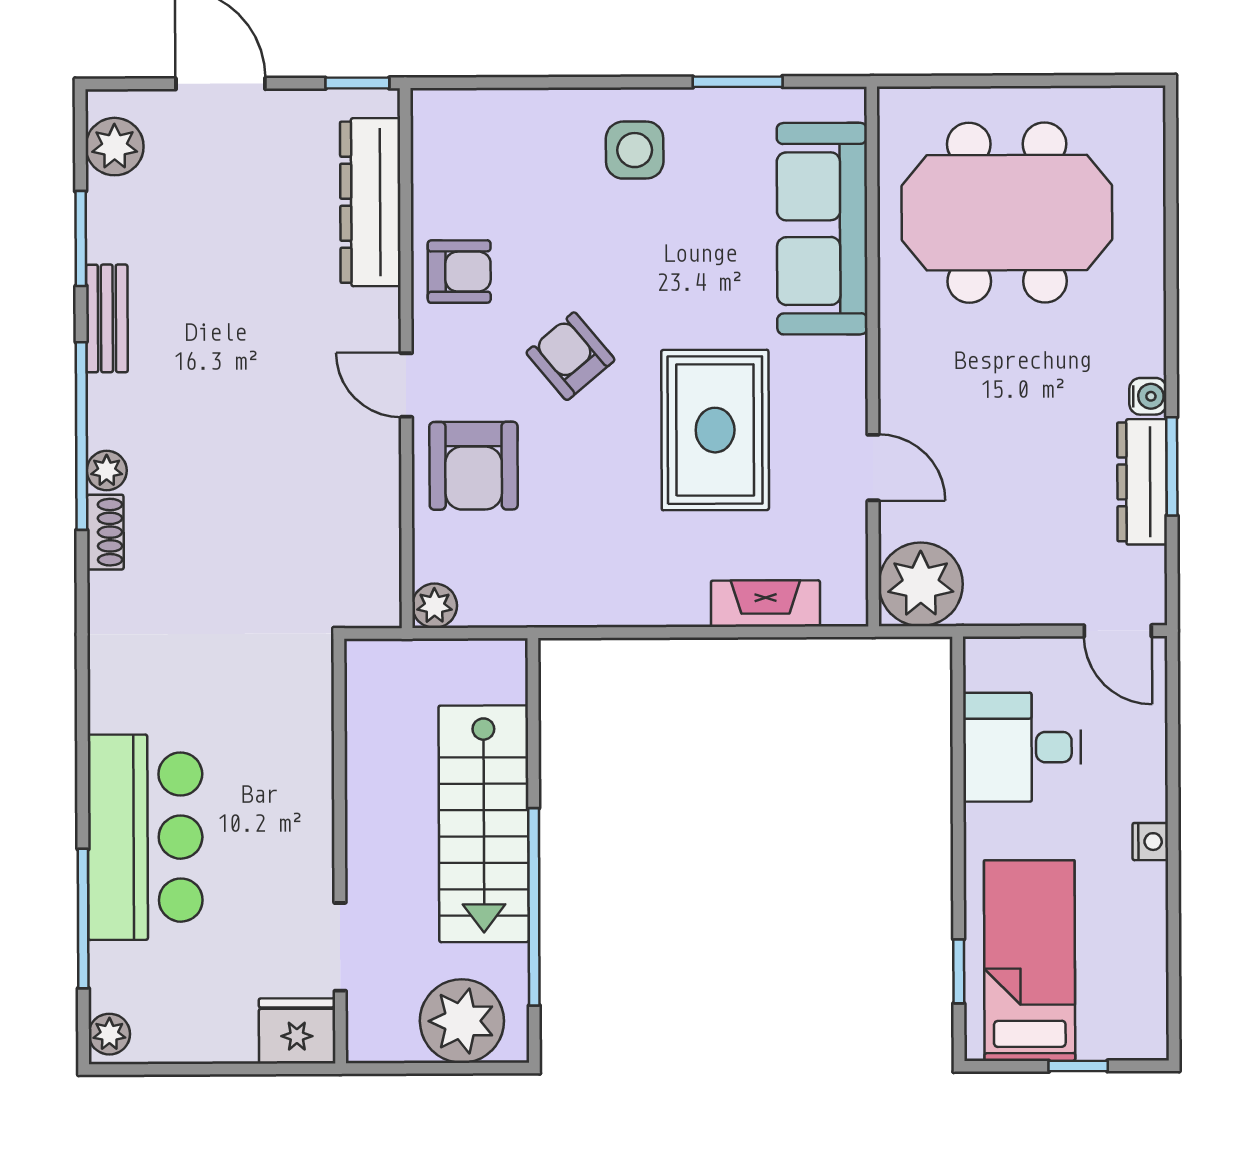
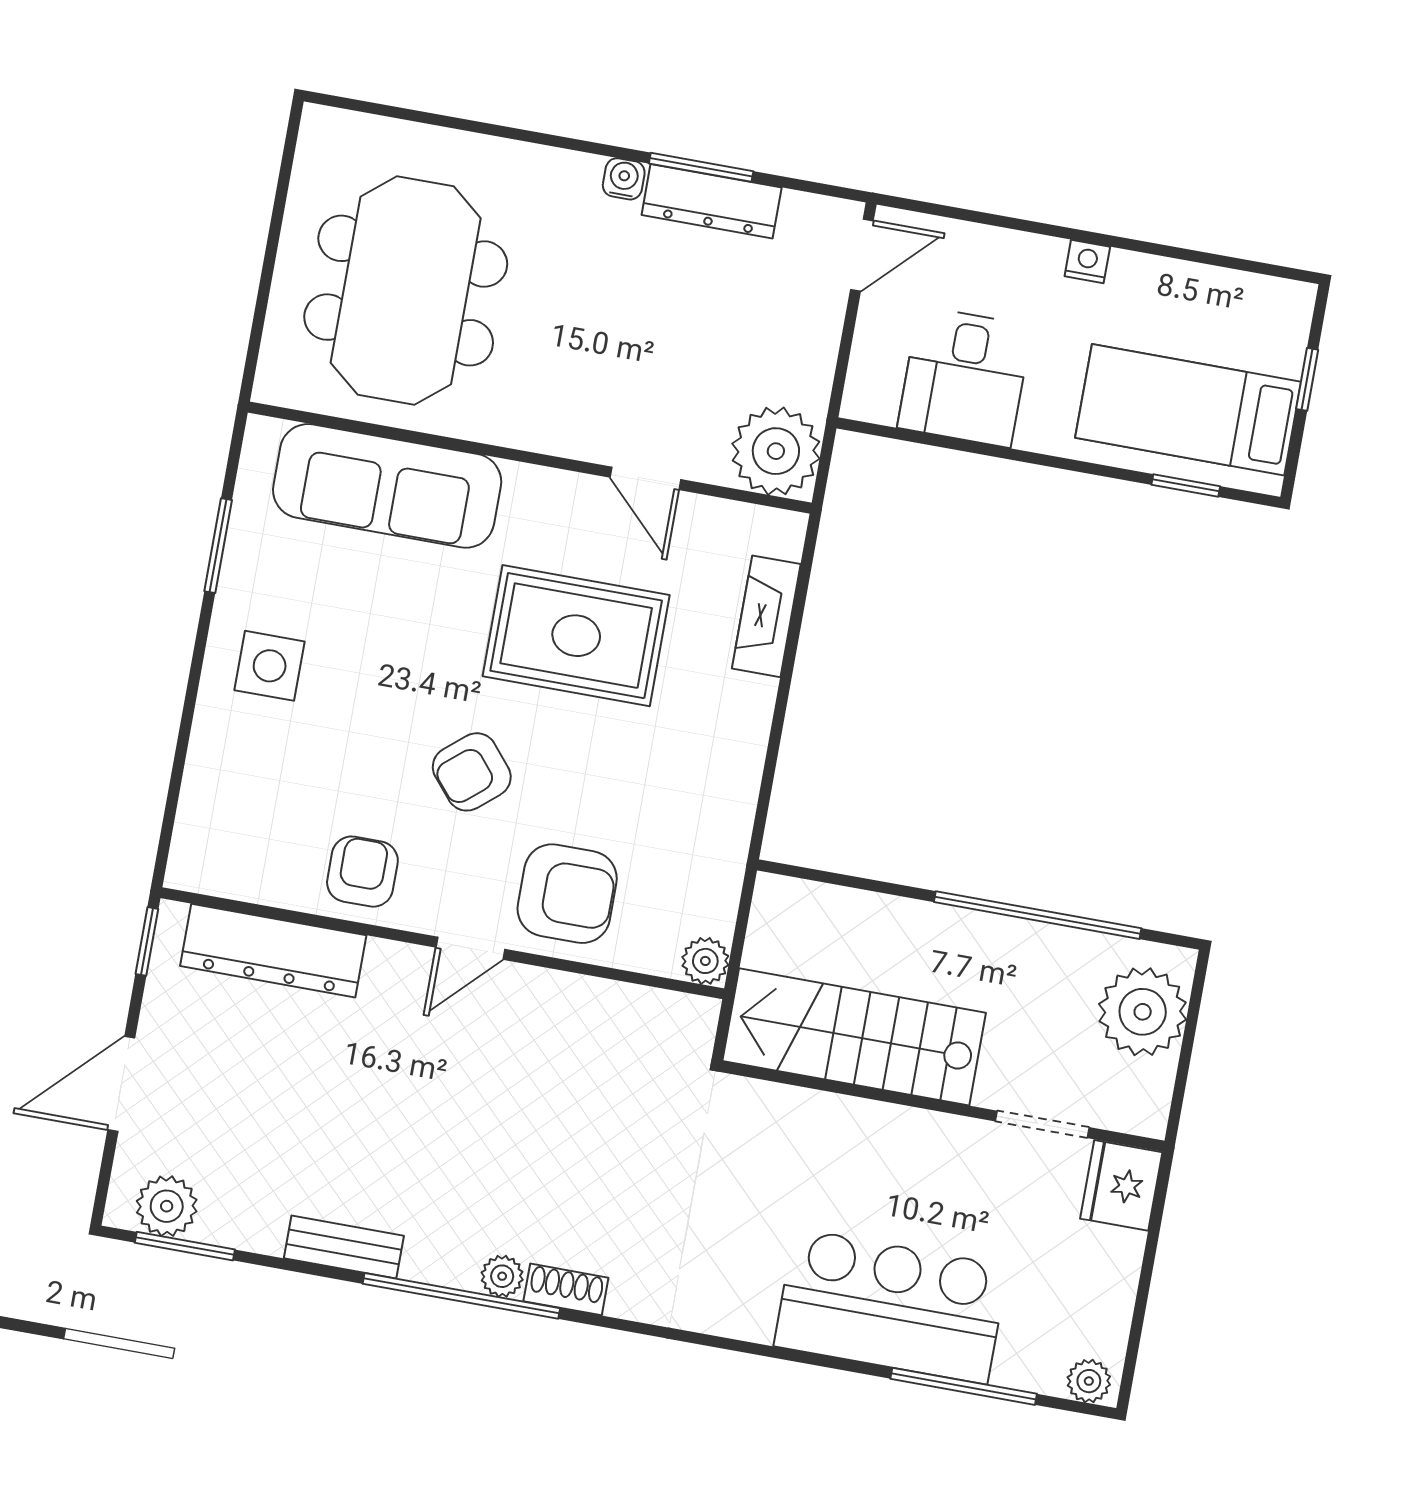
window: (81, 239) -> (185, 1246), moved
door: (873, 468) -> (645, 478), swing flipped
stairs: (484, 824) -> (854, 1037), moved, turned 180

